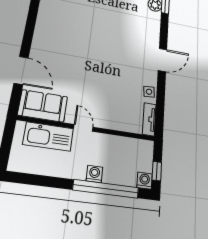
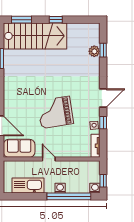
grand piano: (100, 66) -> (55, 112), added
window: (161, 90) -> (103, 123), added
kitchen sink: (48, 136) -> (28, 186), moved, turned 180

